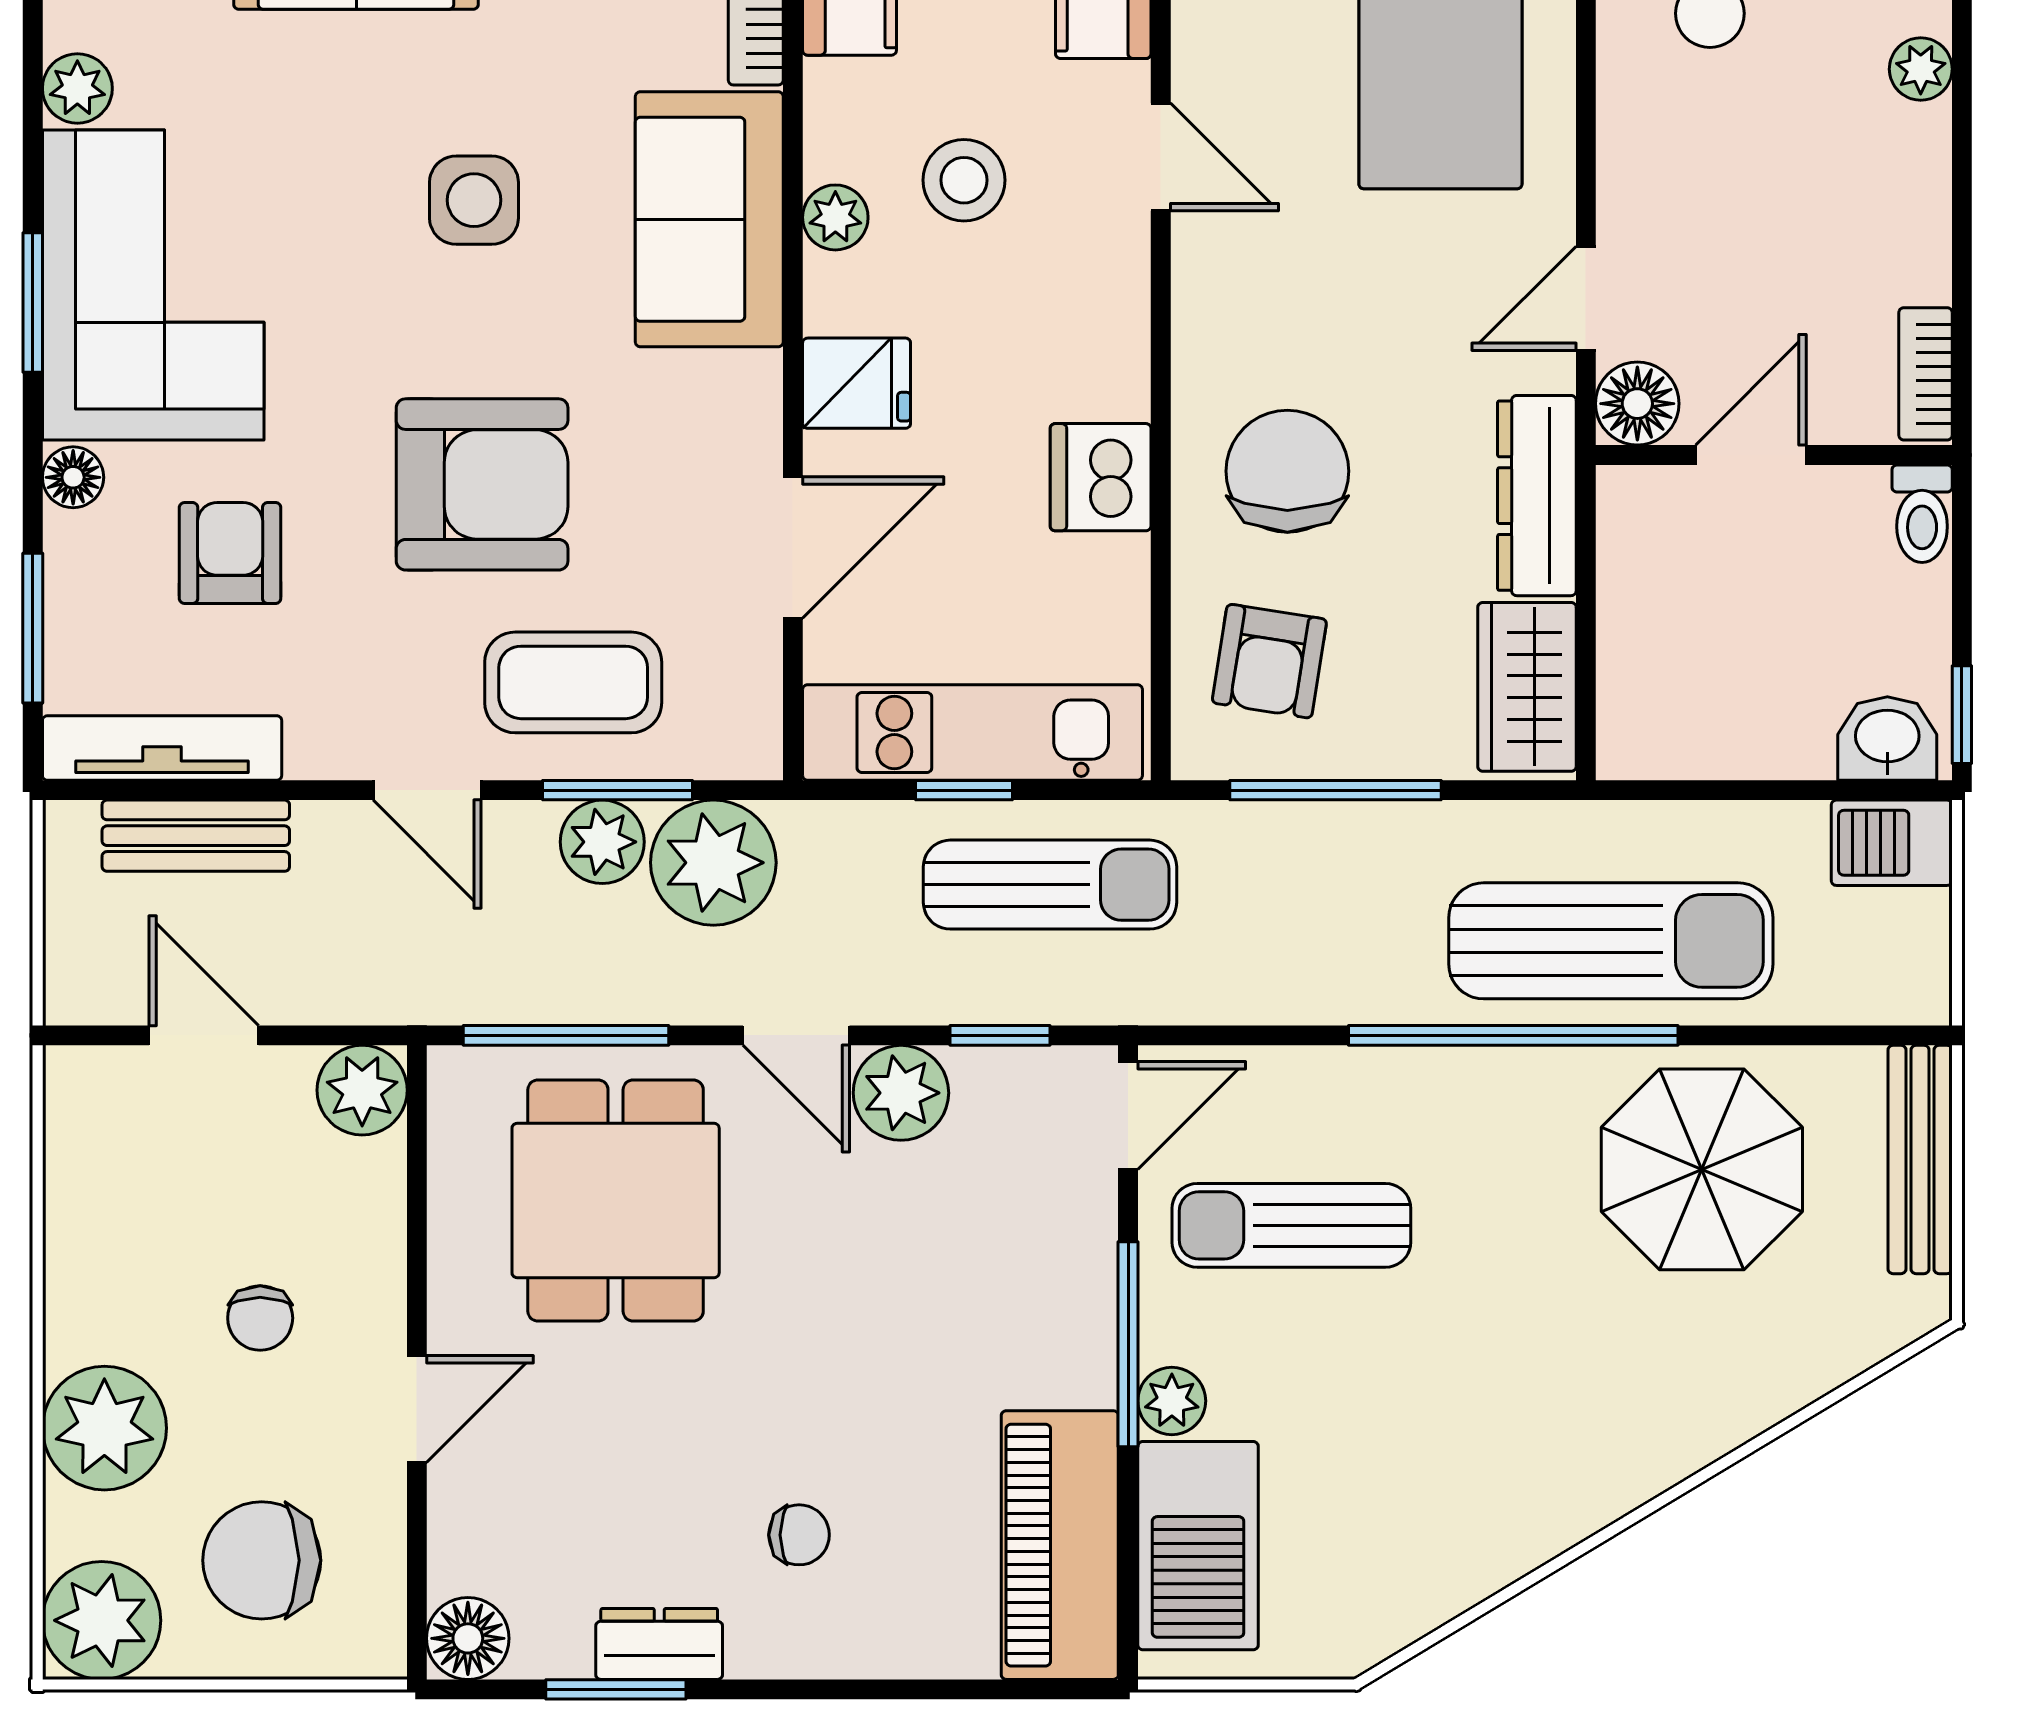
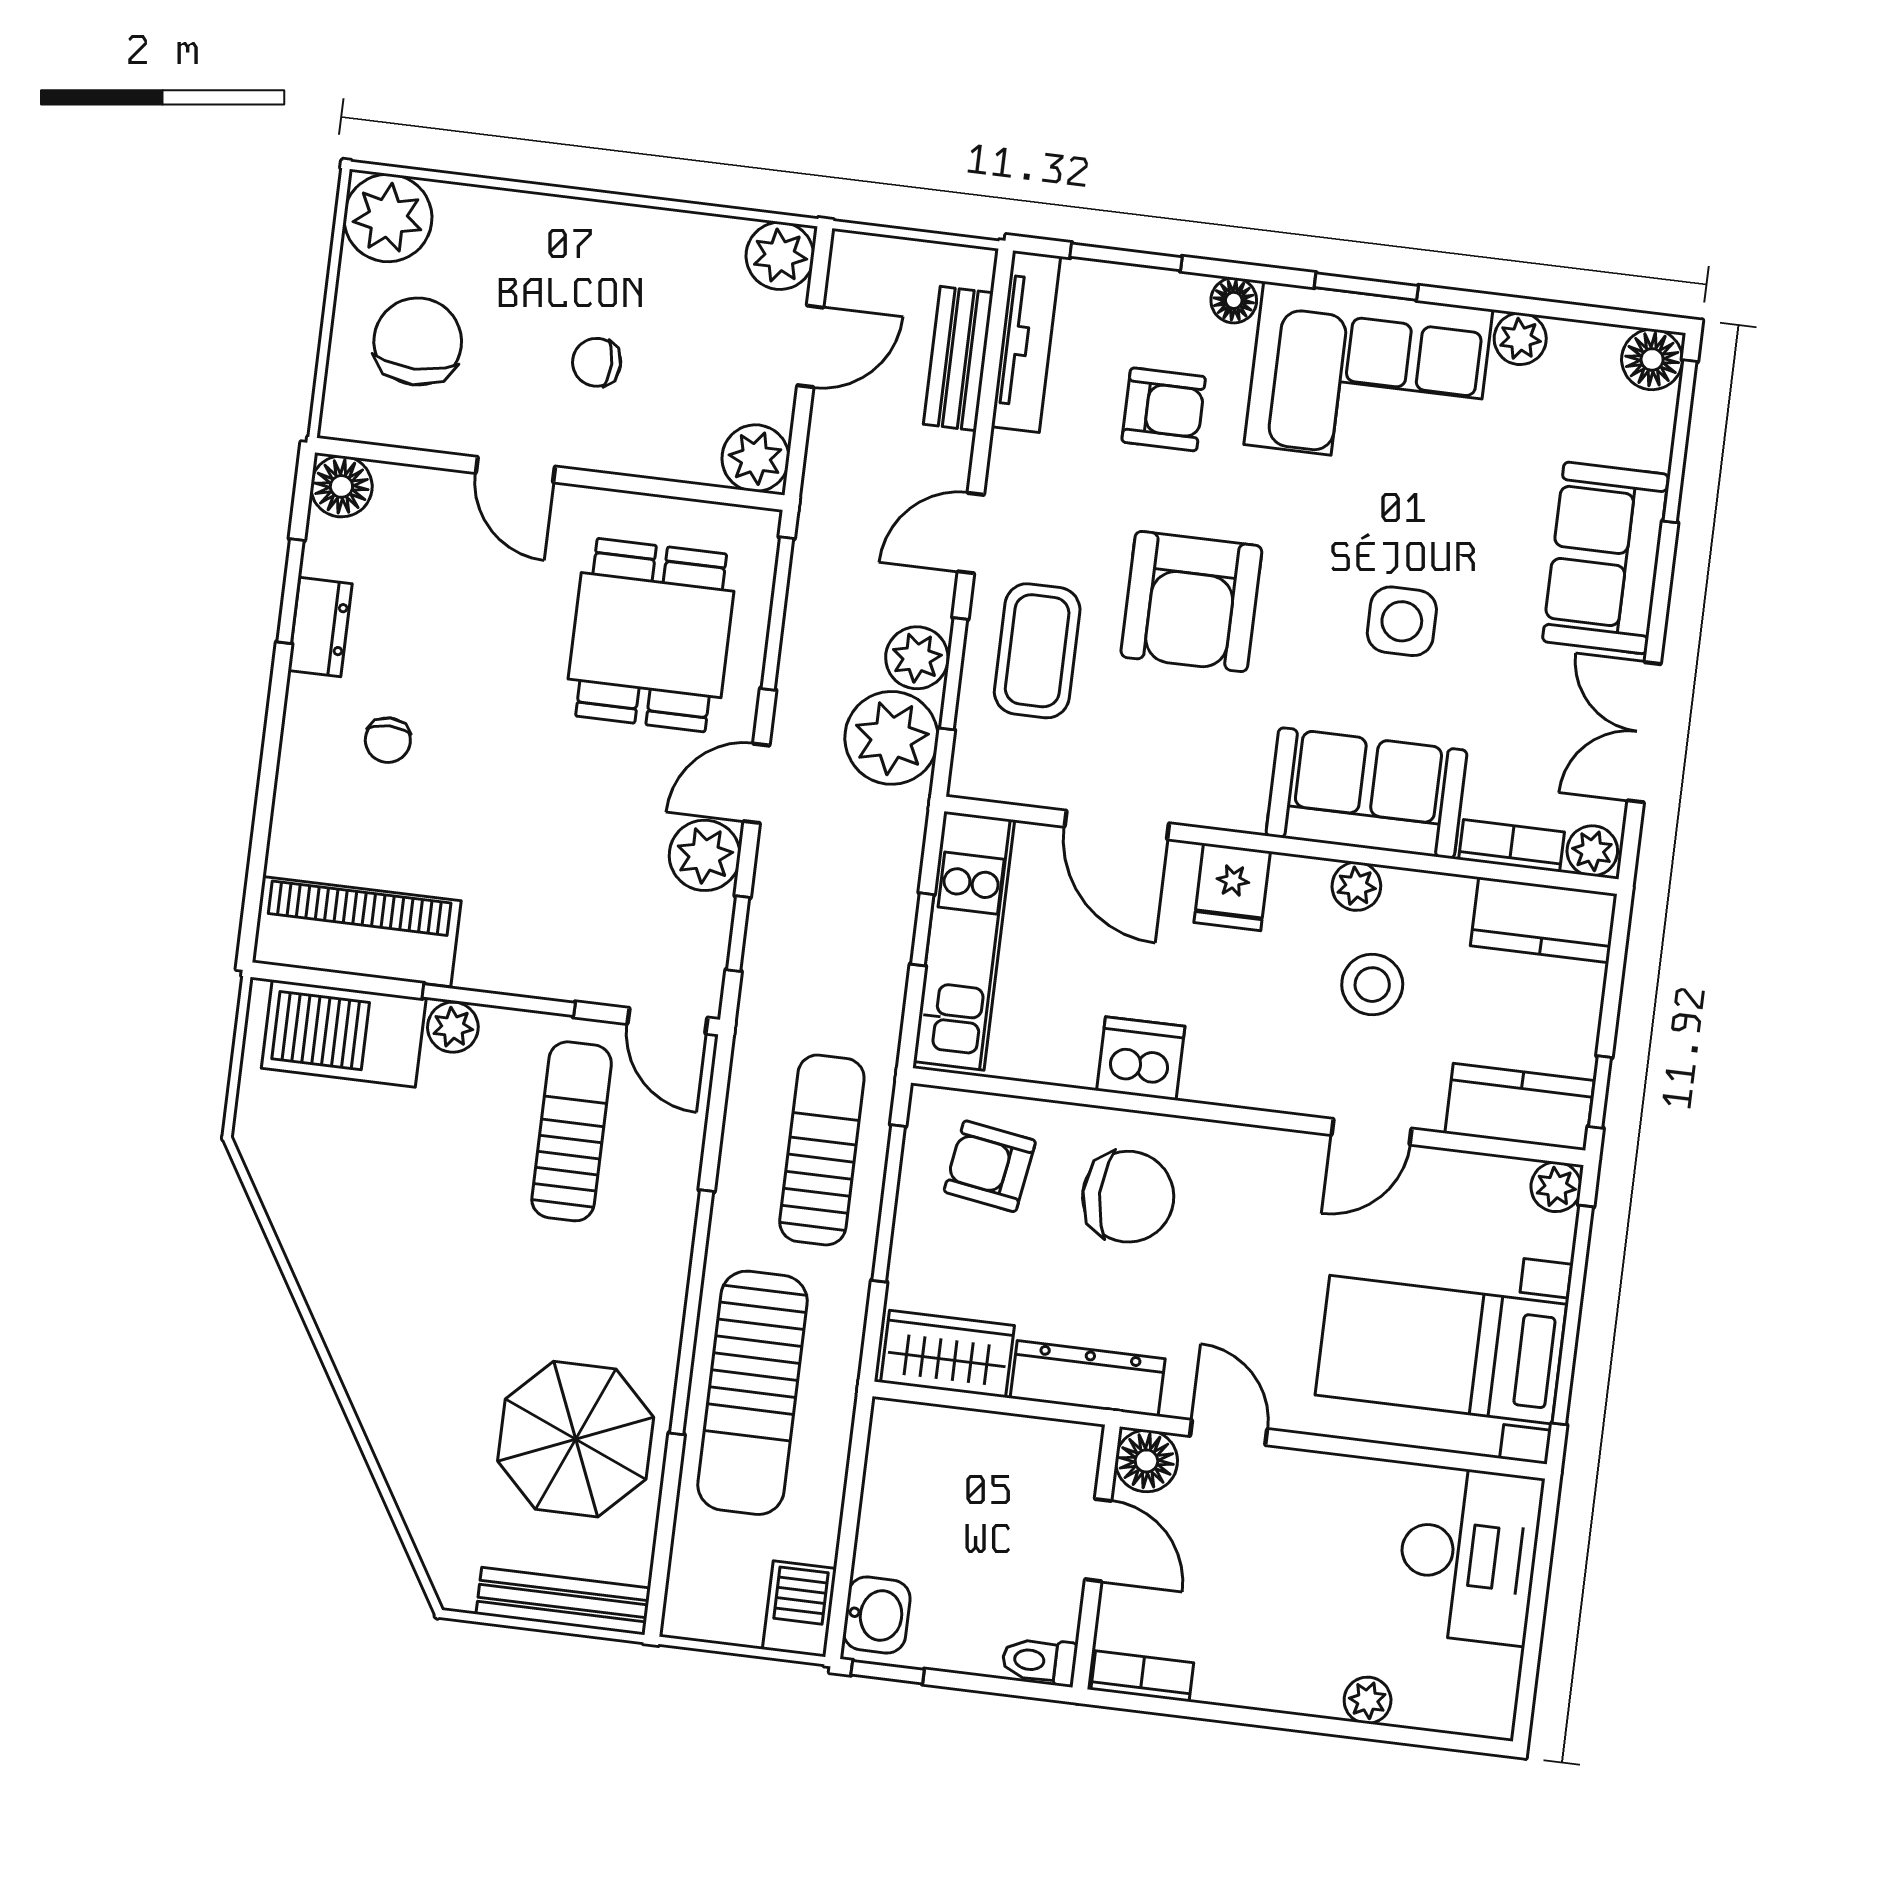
sun lounger: (1050, 885) -> (822, 1150), moved, turned 180
dining table: (616, 1201) -> (651, 635), turned 90
plant: (104, 1428) -> (780, 256), moved, width x0.73, depth x0.73

